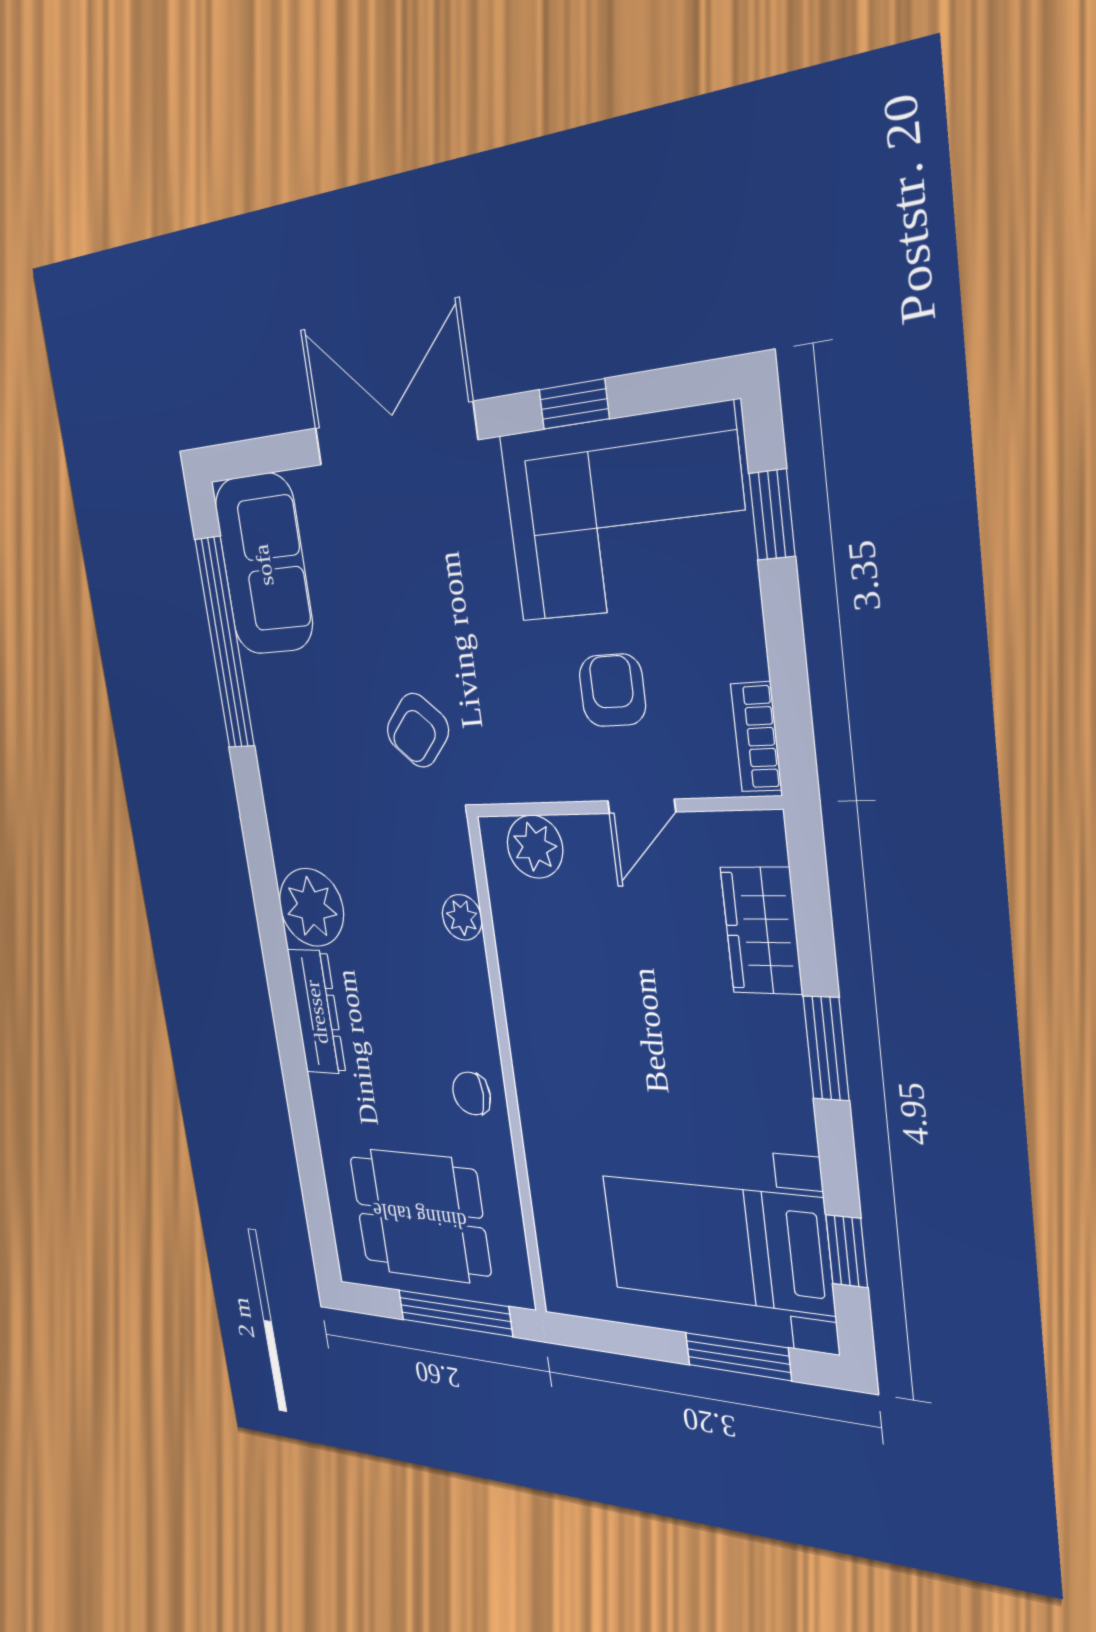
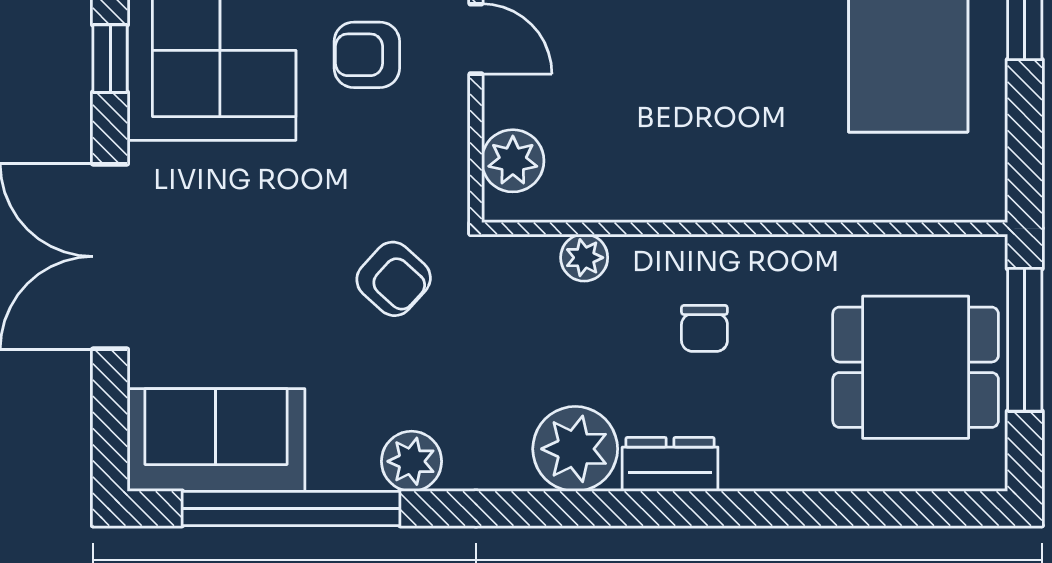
plant: (278, 755) -> (412, 461), added
dresser: (317, 1012) -> (670, 464), width x0.70
chair: (472, 1094) -> (704, 328), moved
dining table: (420, 1216) -> (916, 367), turned 90

